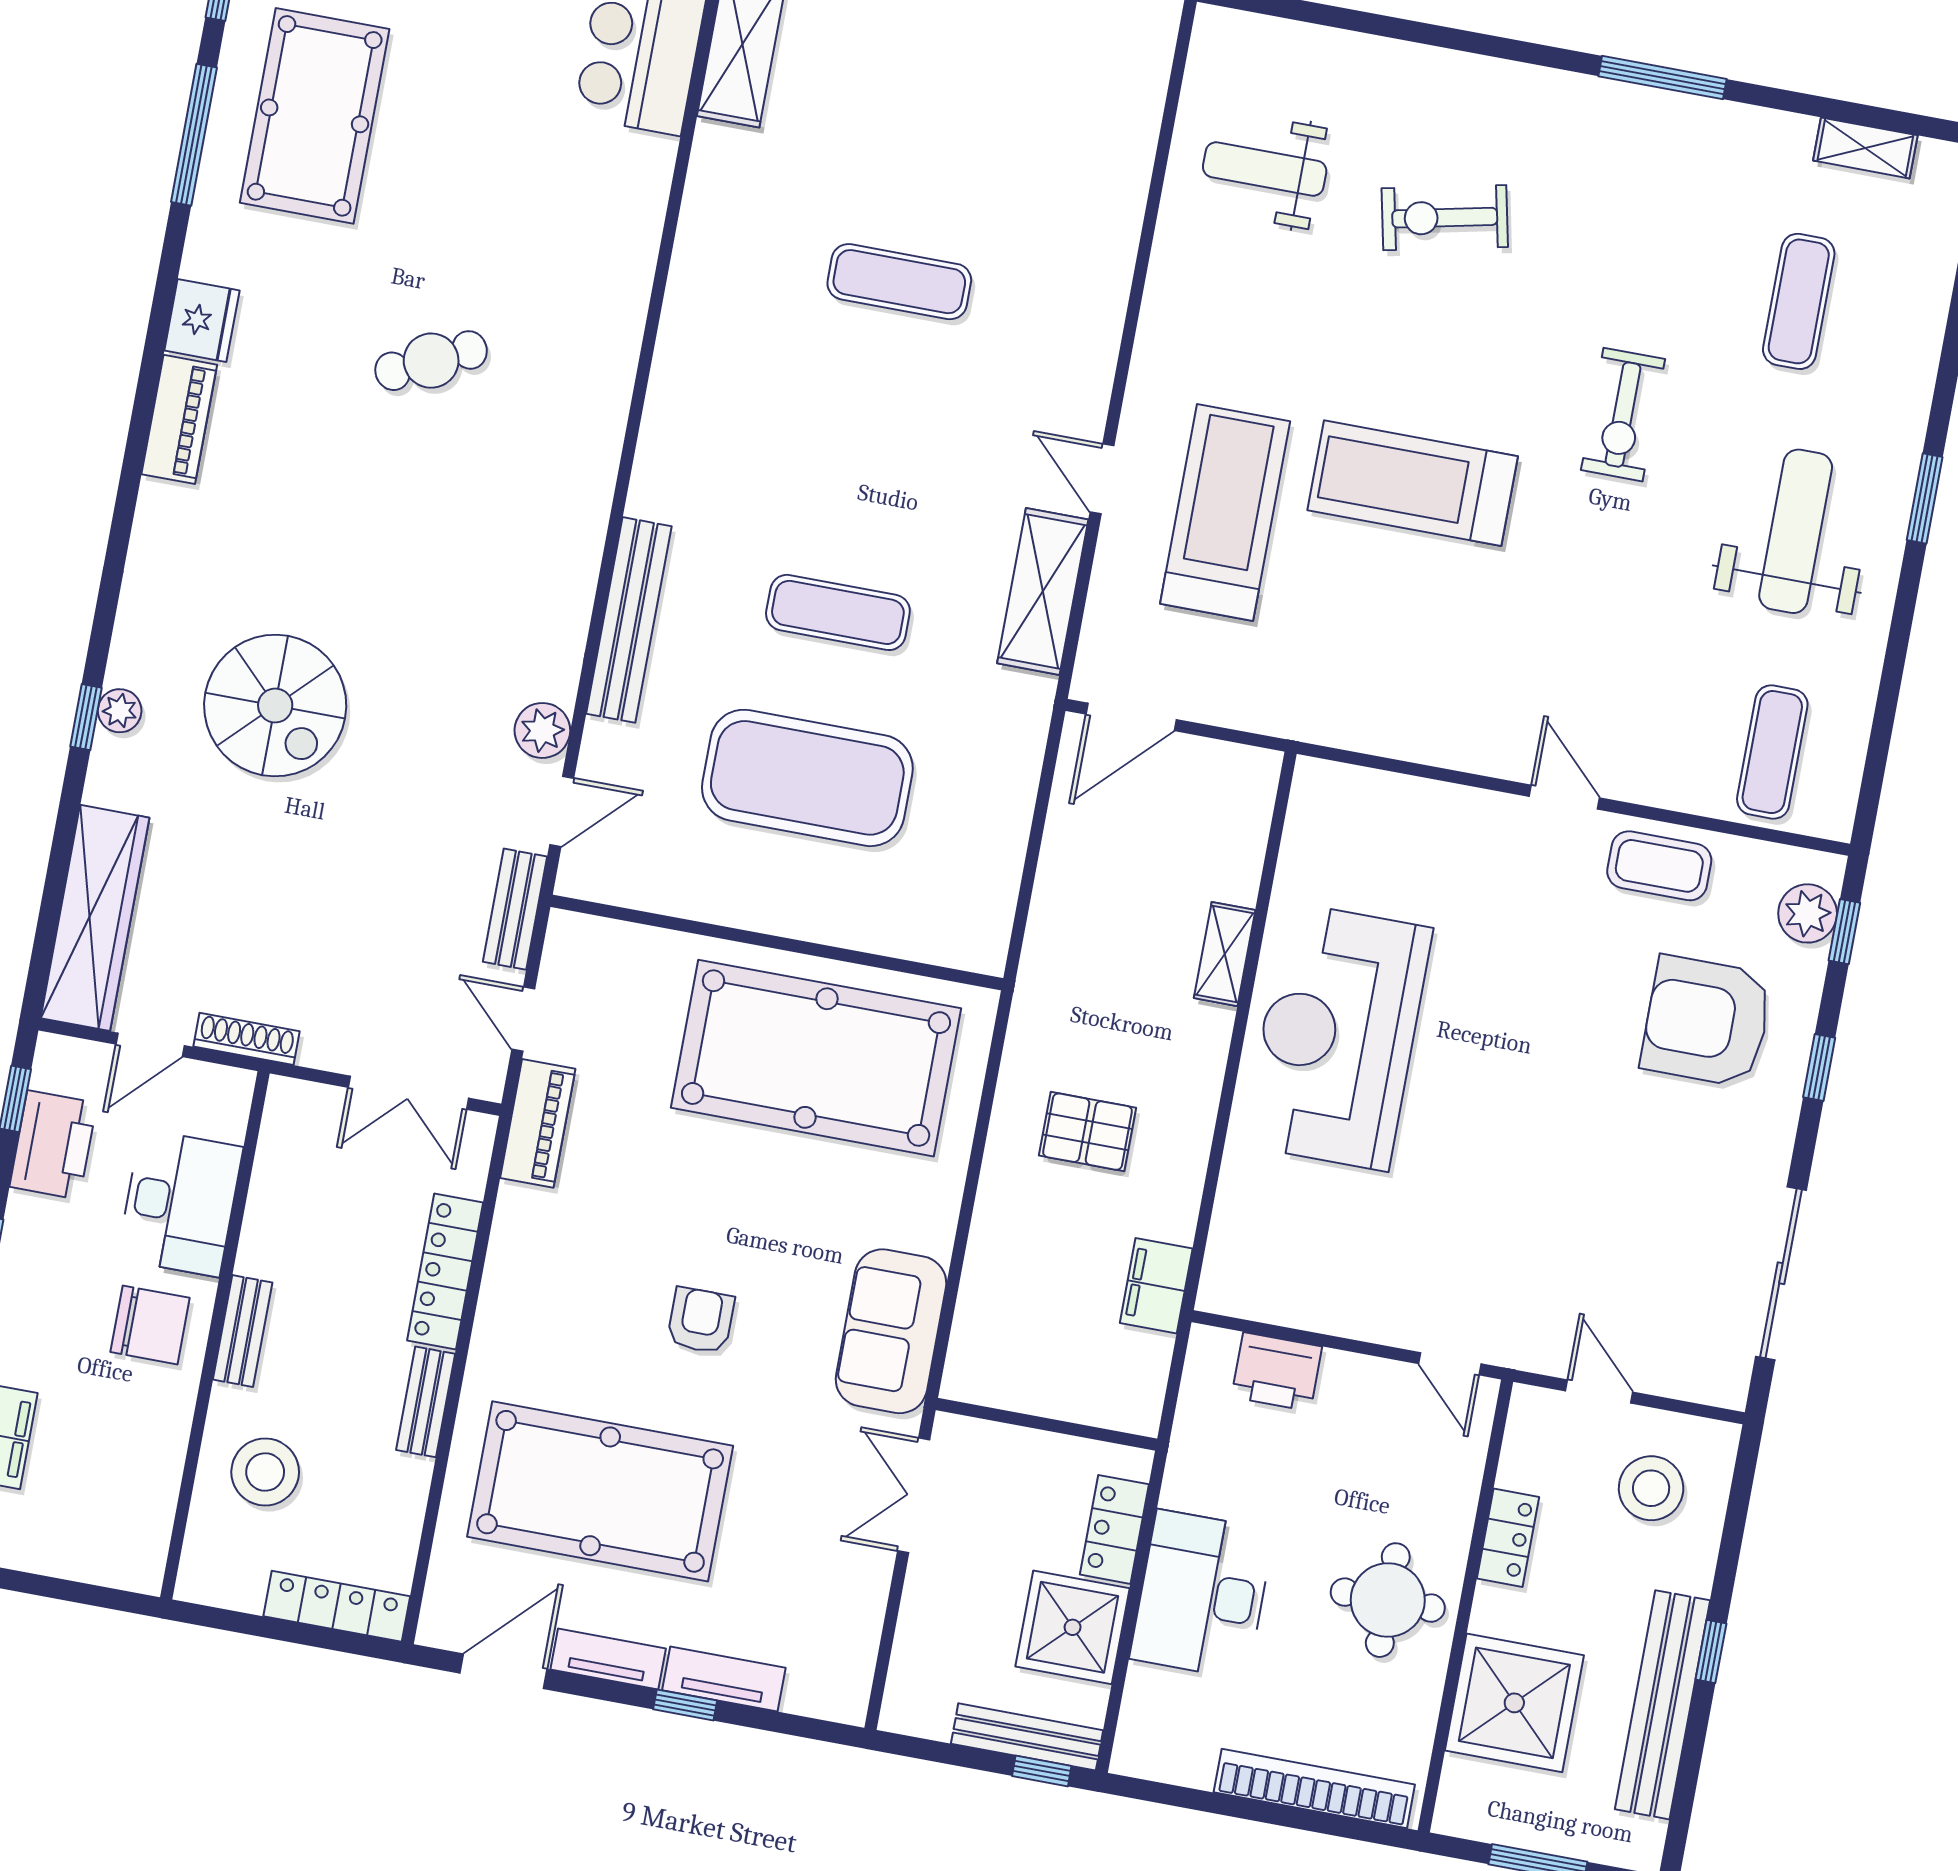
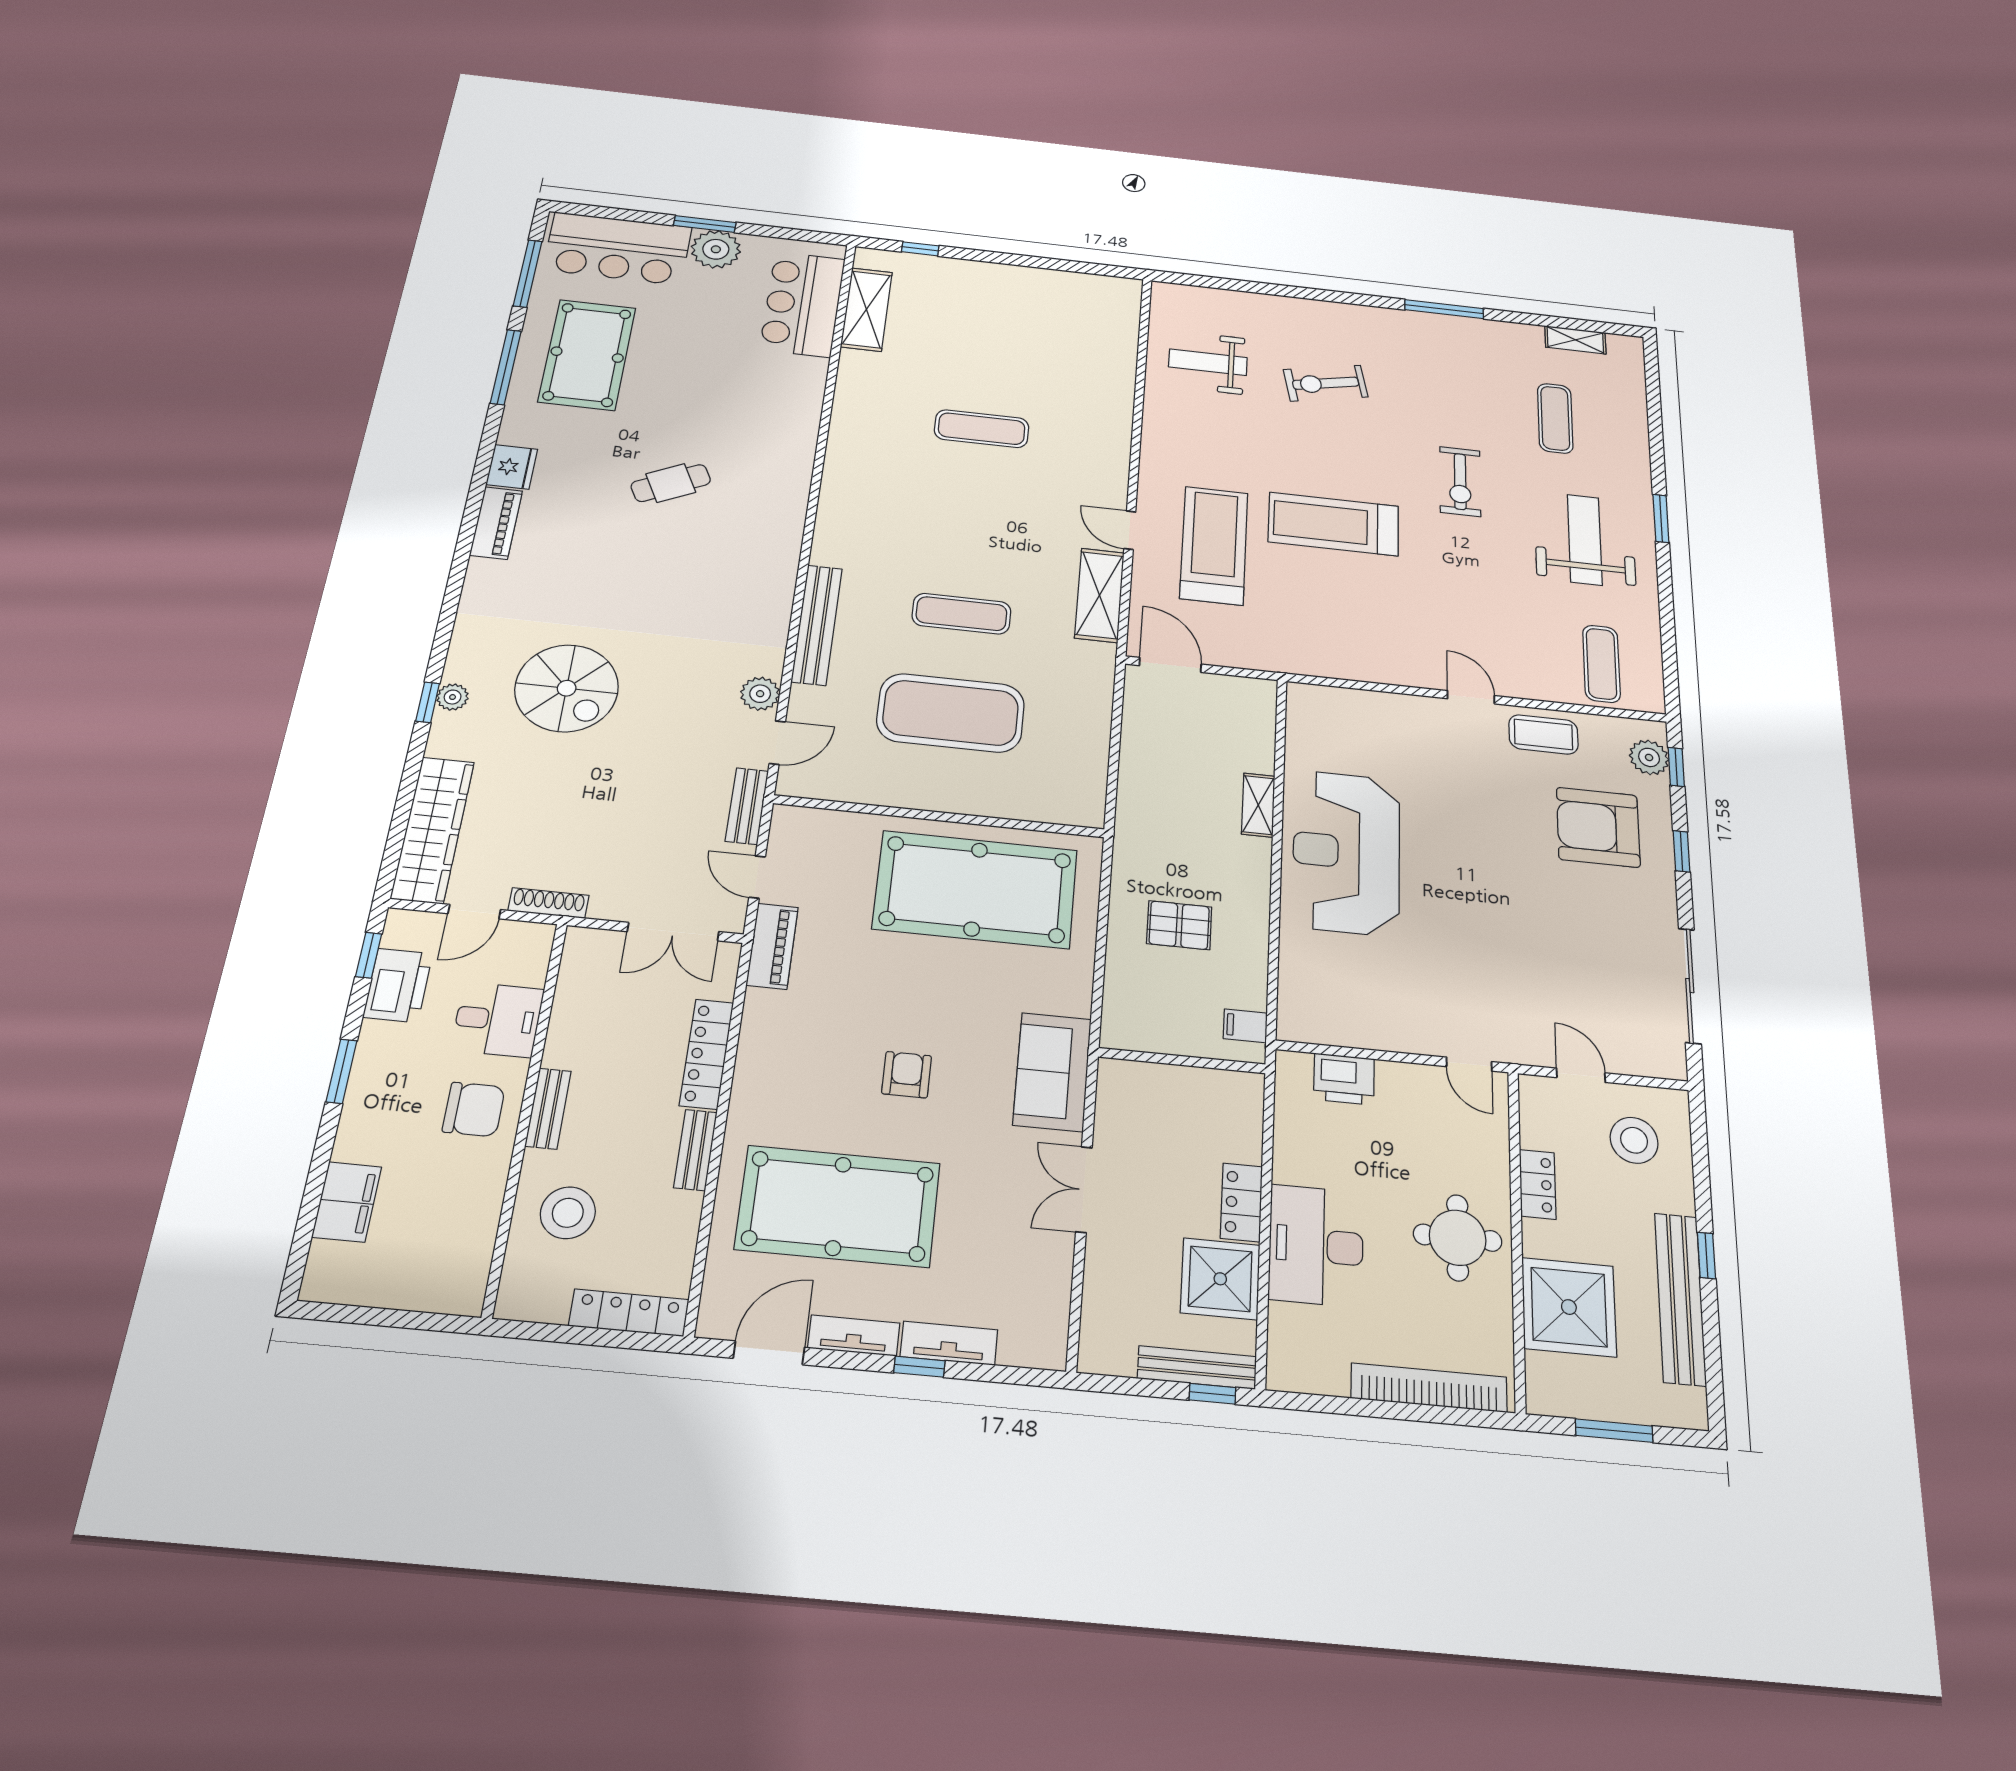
door: (1131, 717) -> (1170, 665), swing flipped
desk: (180, 1203) -> (498, 1020), width x0.73
filing cabinet: (1156, 1286) -> (1245, 1026), width x0.50
wall: (1046, 1424) -> (1182, 1061), moved

